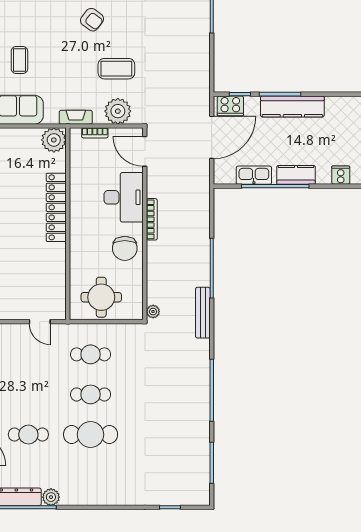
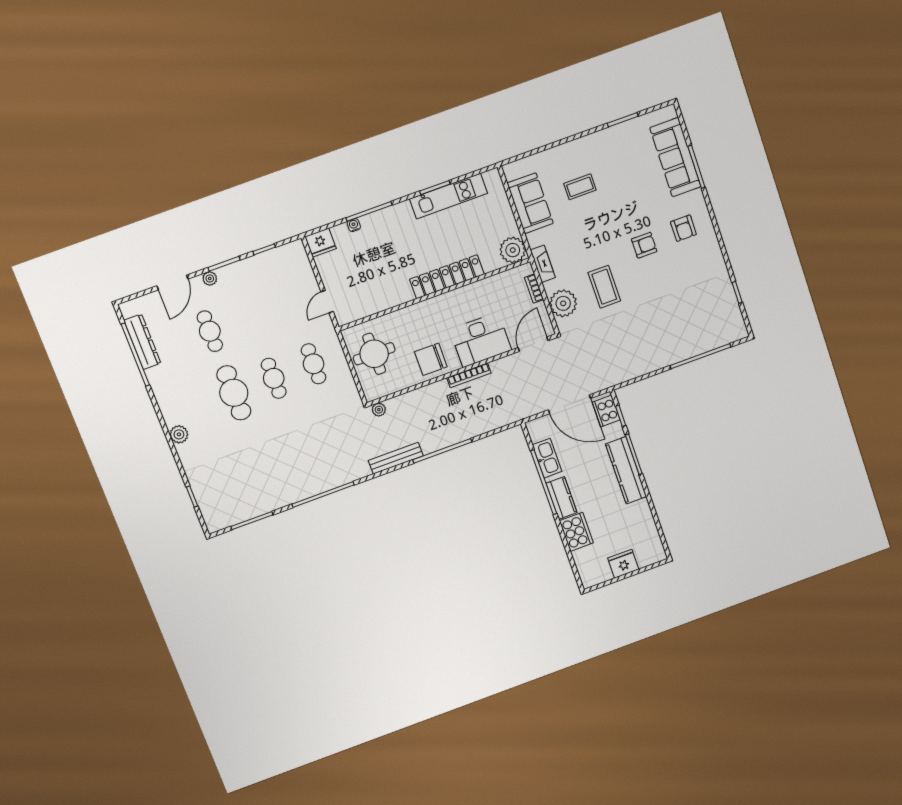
armchair: (92, 20) -> (644, 245), turned -127
cooker: (341, 175) -> (576, 532), width x1.87, depth x1.31
plant: (51, 497) -> (179, 434), moved

